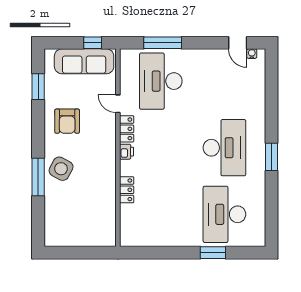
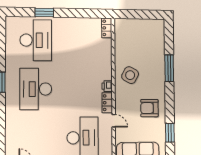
armchair: (67, 121) -> (149, 108), turned -90
side table: (61, 169) -> (130, 75), moved
locker: (127, 190) -> (107, 28), moved

